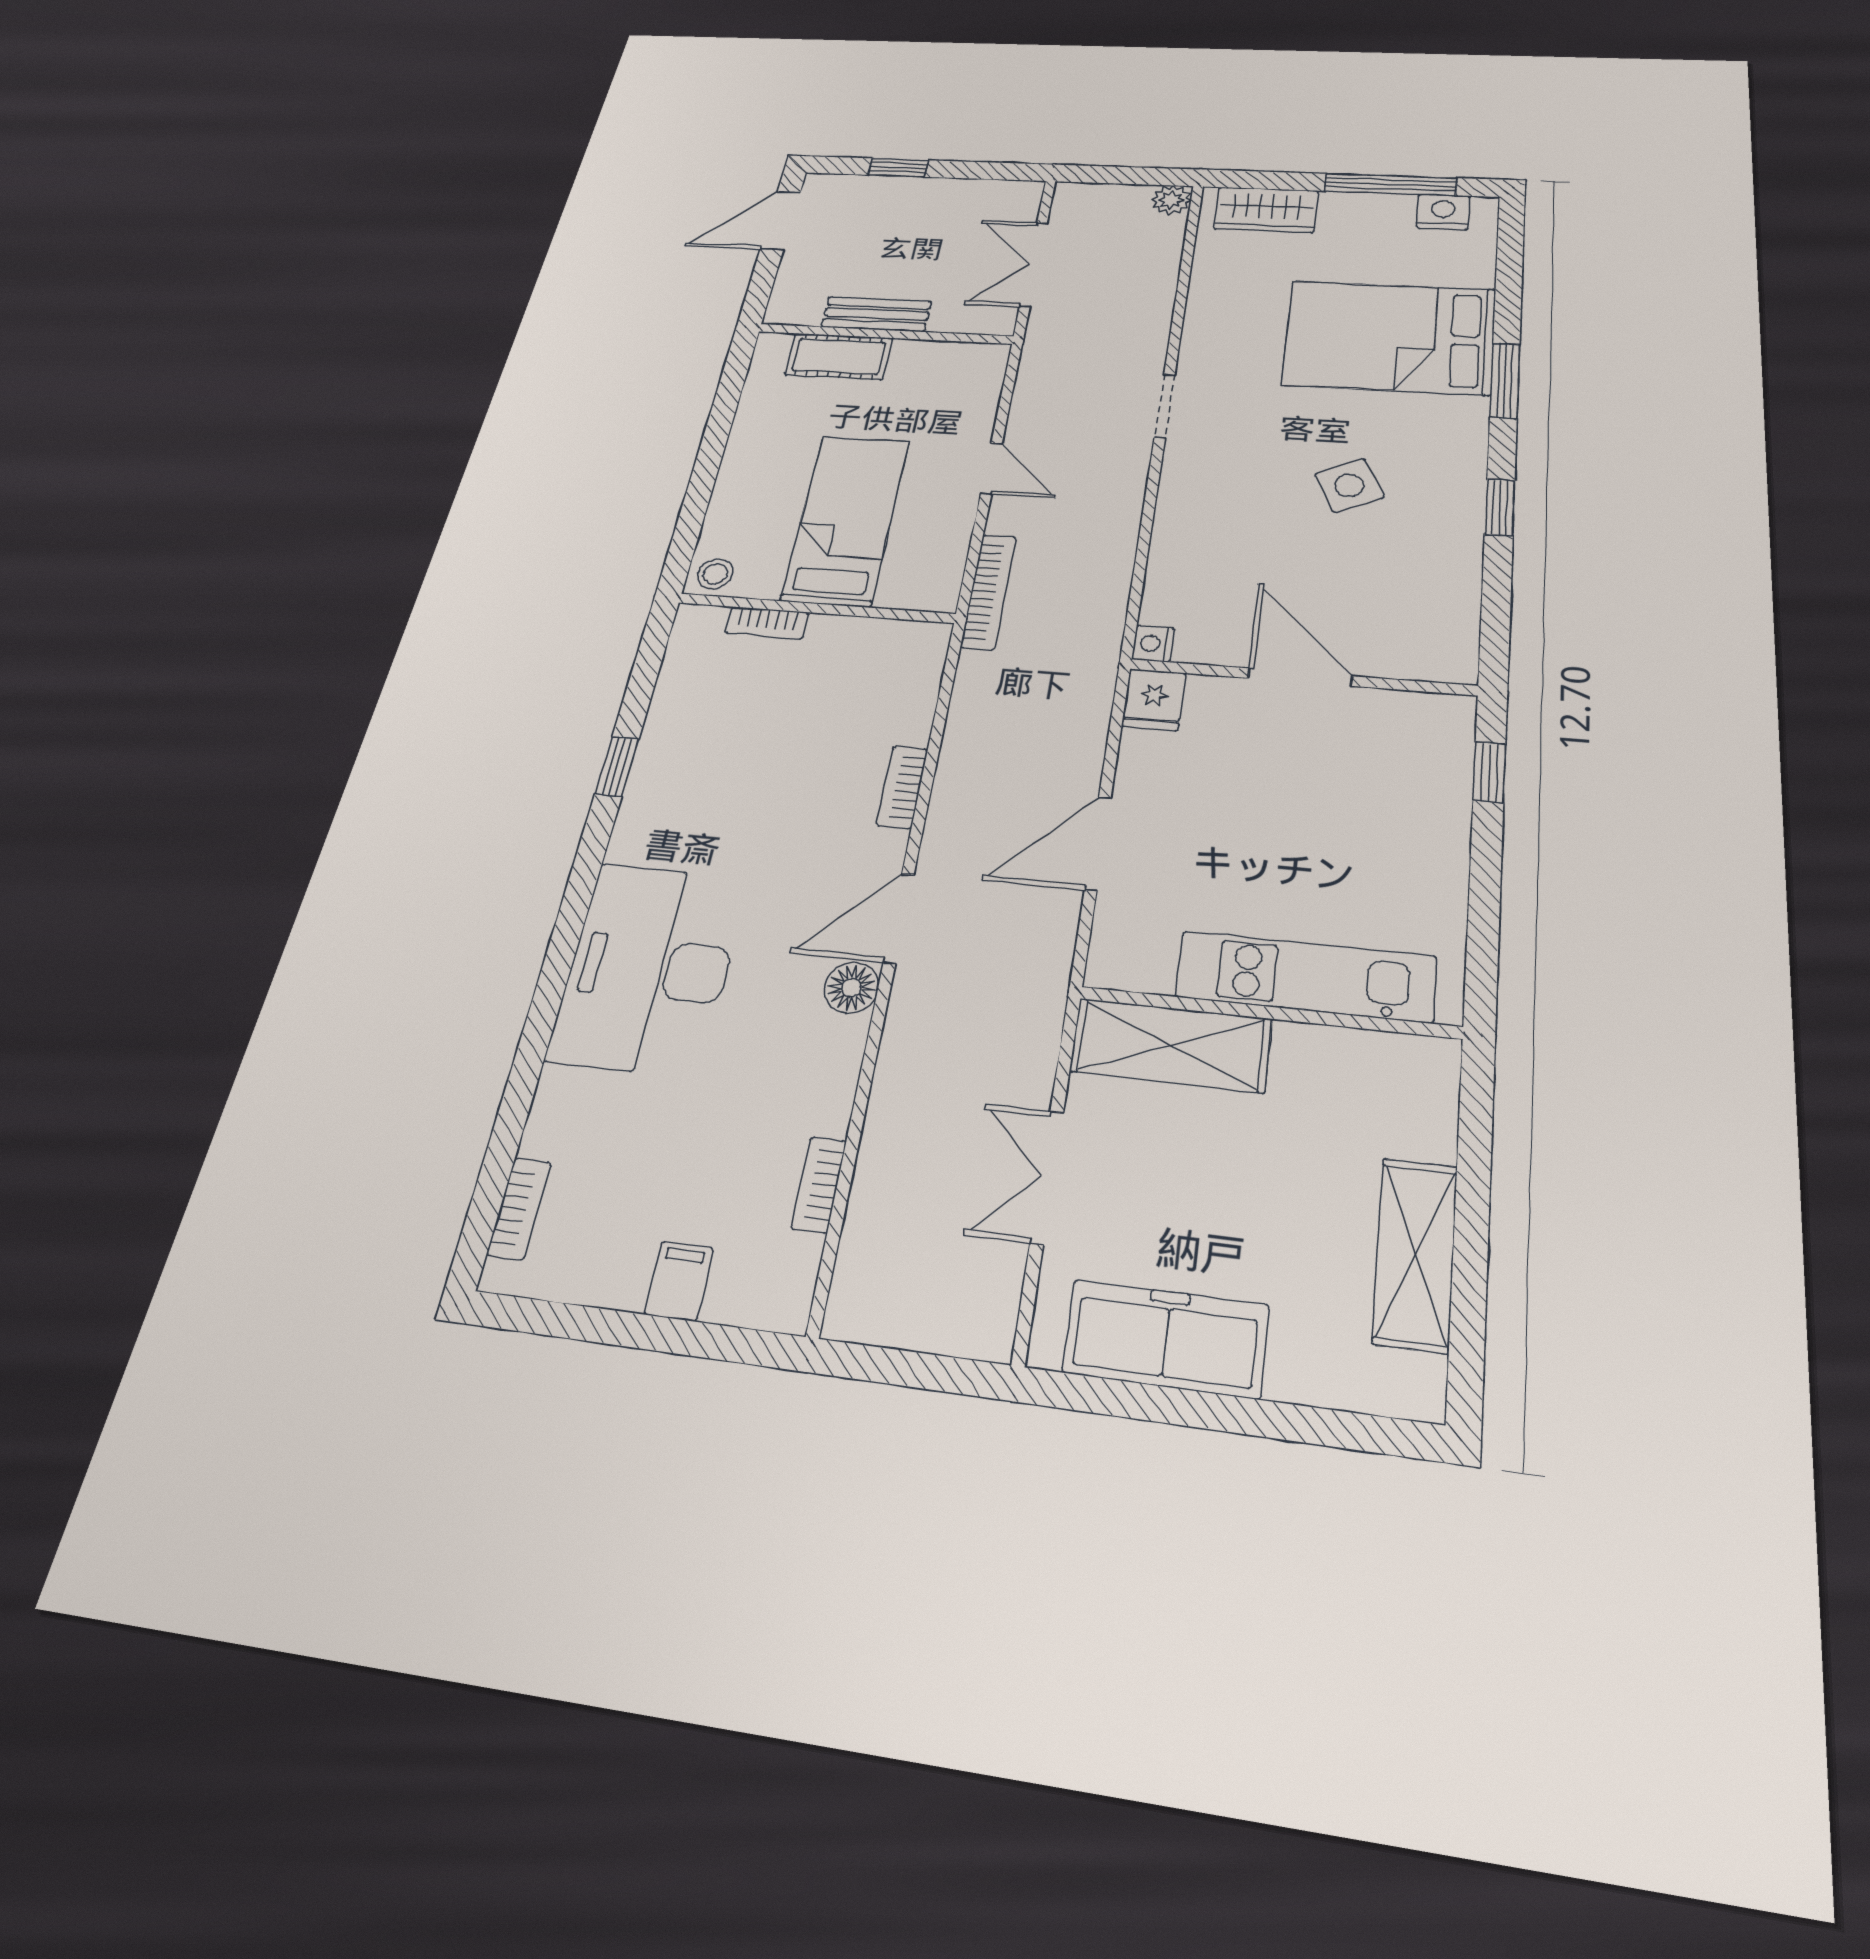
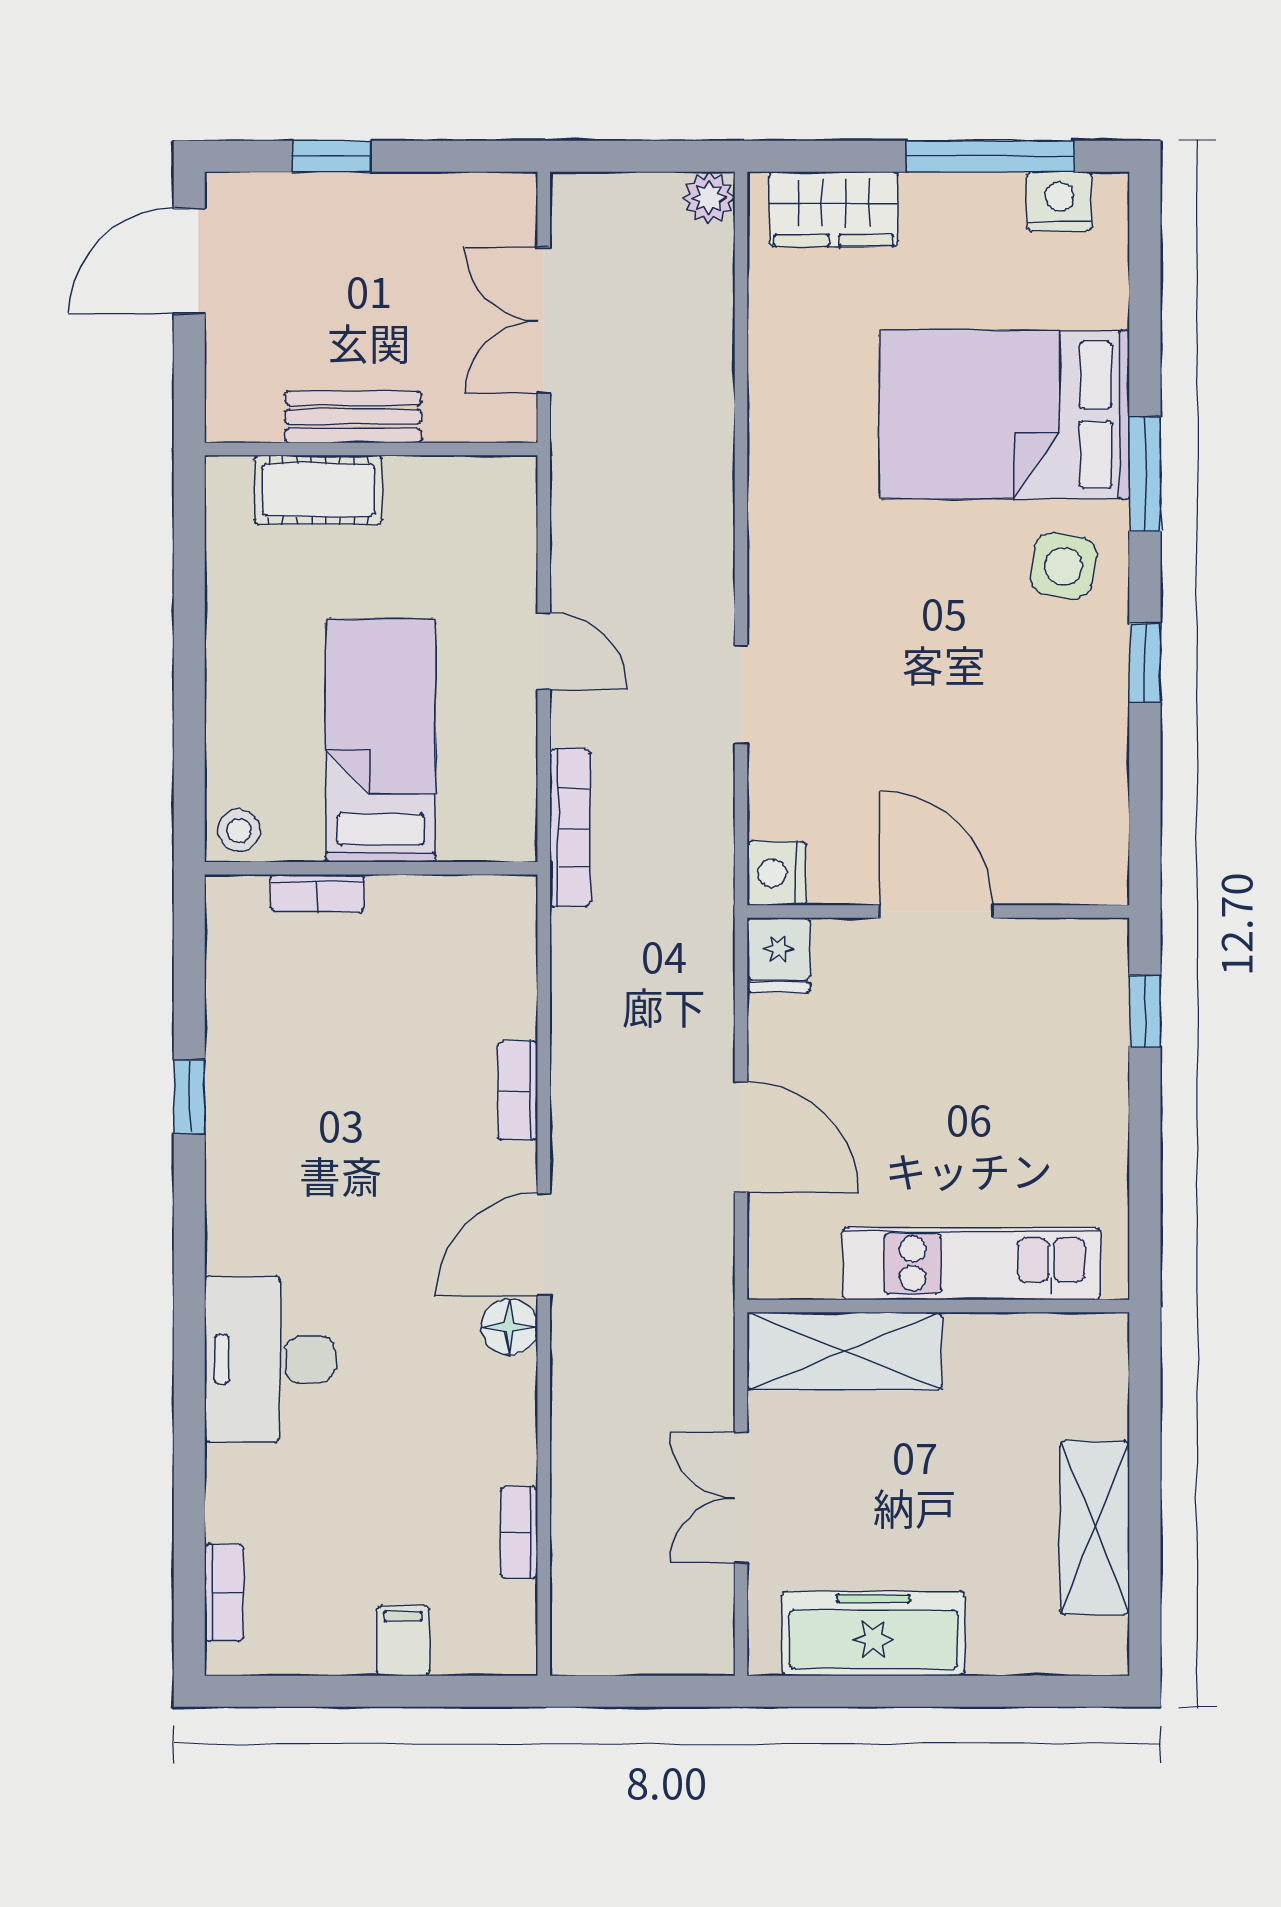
doorway: (1165, 406) -> (741, 695), moved
side table: (1349, 486) -> (1063, 566), moved, turned 36
nightstand: (1153, 644) -> (777, 873), width x1.39, depth x1.35
door: (1098, 844) -> (741, 1137), swing flipped
desk: (649, 968) -> (270, 1359), width x0.73, depth x0.77

